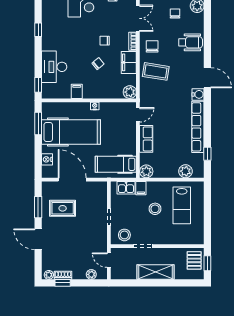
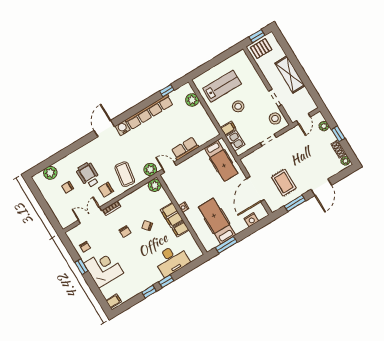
wheelchair: (190, 42) -> (88, 175), moved
filing cabinet: (129, 62) -> (172, 215), moved, turned 90
window: (38, 85) -> (166, 281), moved
hospital bed: (71, 132) -> (217, 221), width x0.73, depth x0.78
plant: (146, 171) -> (150, 169), moved
window: (63, 283) -> (338, 134), moved

